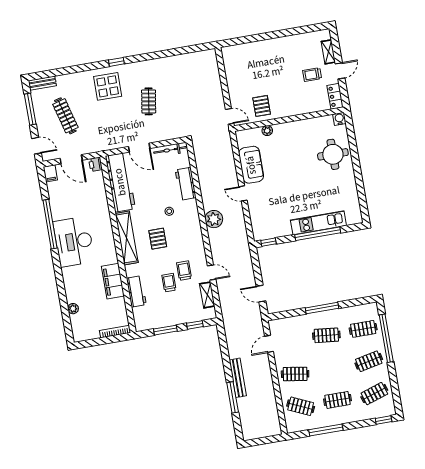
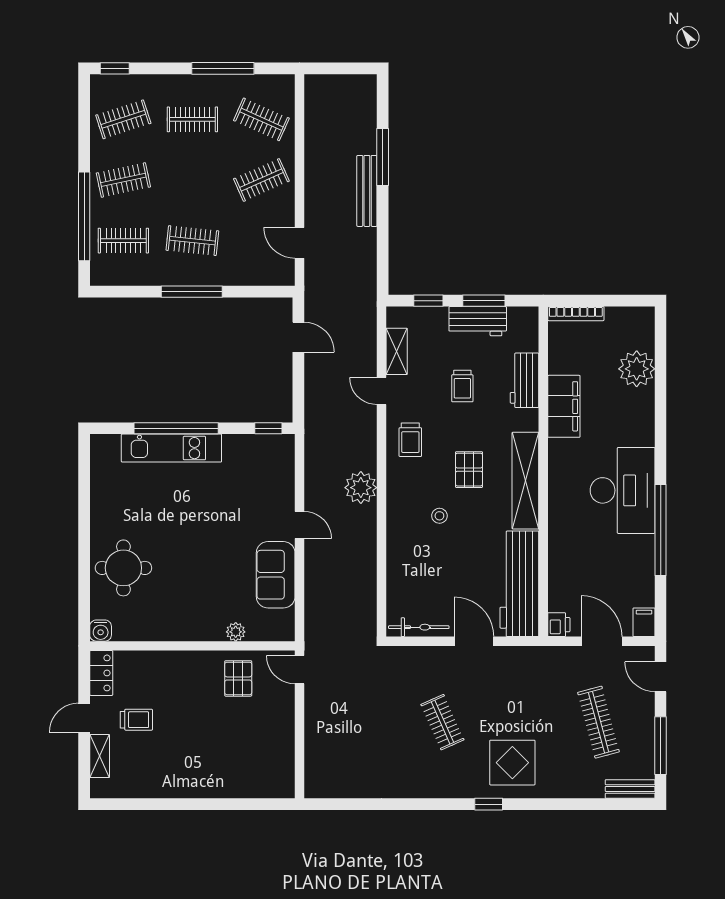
clothes rail: (149, 101) -> (442, 722), turned -33
workbench: (186, 184) -> (478, 321), moved, turned 90
trolley: (184, 271) -> (410, 440), moved
plant: (73, 309) -> (637, 369), width x1.87, depth x1.87
door: (269, 344) -> (299, 243), swing flipped
clothes rail: (295, 374) -> (261, 180), turned -33

